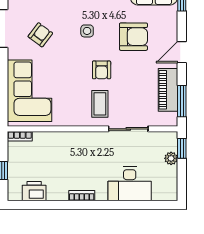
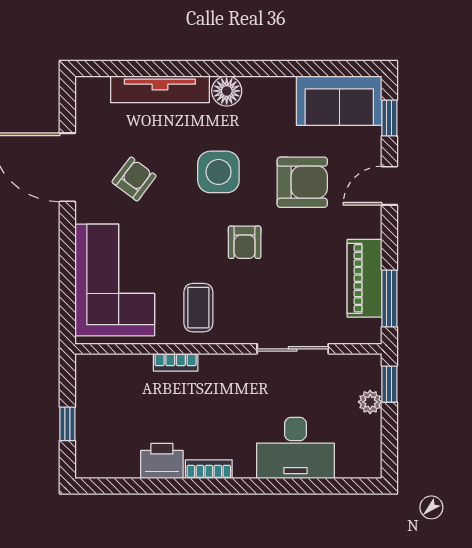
side table: (87, 31) -> (218, 172), width x1.87, depth x1.87
door: (182, 52) -> (389, 186), moved
coffee table: (100, 104) -> (198, 308), moved
bookcase: (20, 136) -> (176, 362), moved
printer: (34, 191) -> (162, 461), moved

